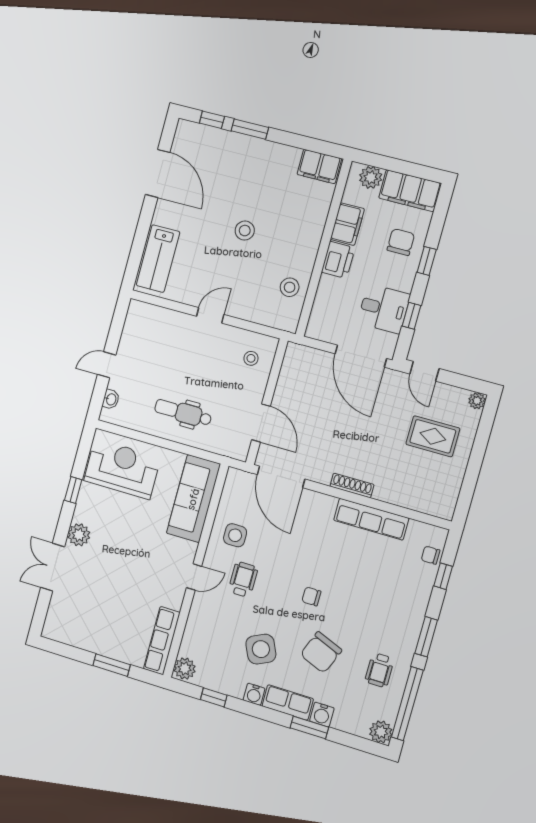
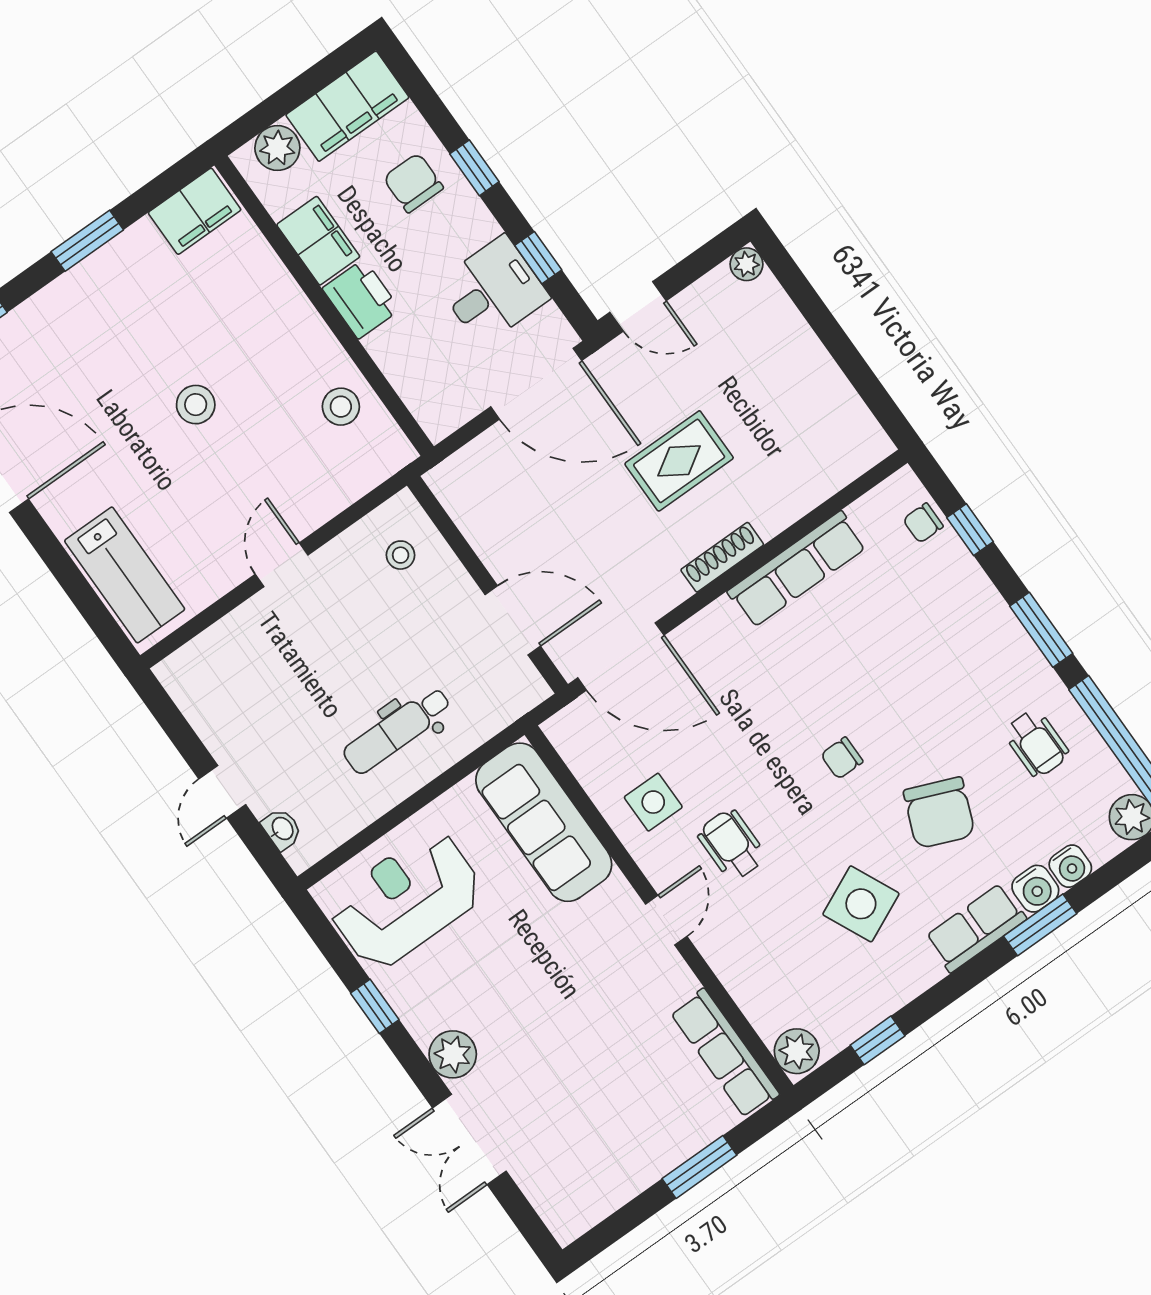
window: (250, 129) -> (87, 241), moved
rug: (433, 436) -> (679, 461), moved
water cooler: (254, 694) -> (1070, 866), moved

